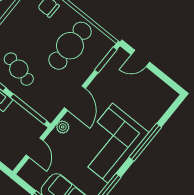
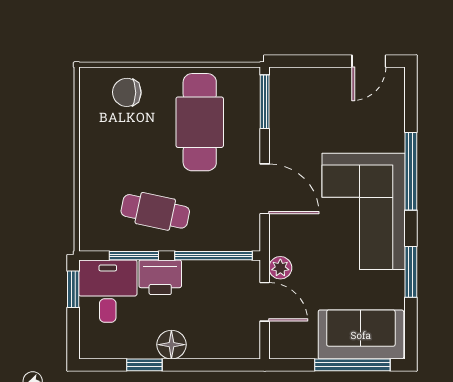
door: (140, 58) -> (369, 61), moved
plant: (63, 127) -> (280, 268), moved

